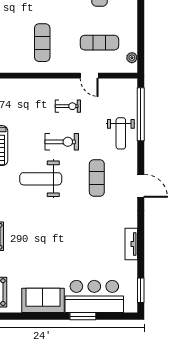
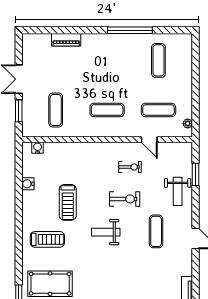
exercise mat: (42, 43) -> (107, 110), turned 90
window: (141, 114) -> (195, 174), width x0.47
weight bench: (41, 179) -> (106, 232), width x0.73, depth x0.75

